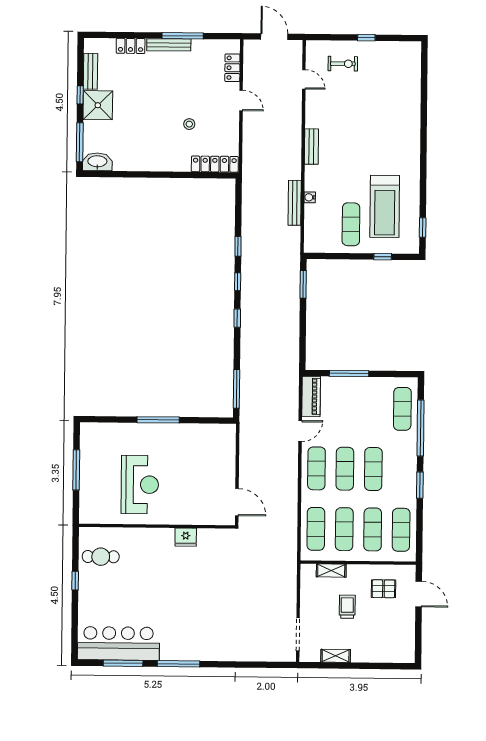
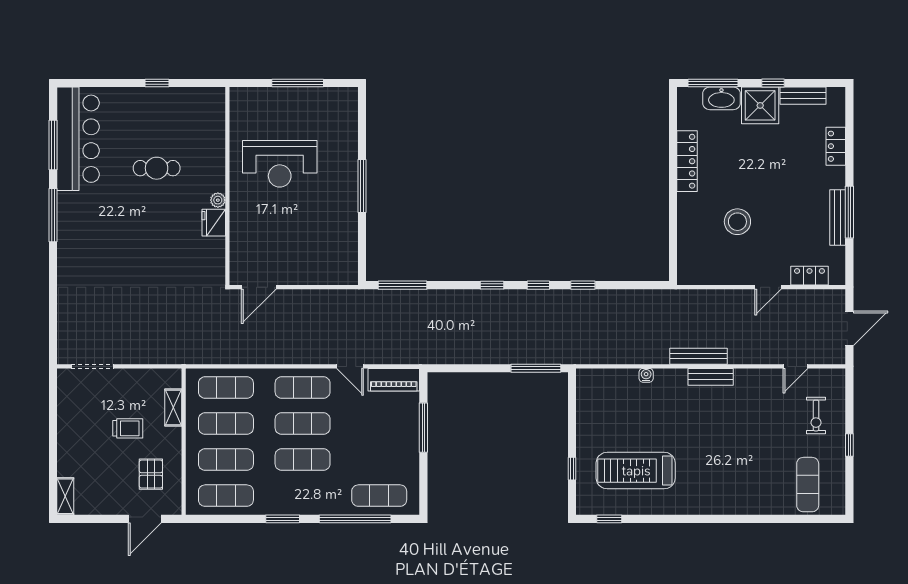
bench: (169, 45) -> (838, 218), moved
stool: (189, 124) -> (737, 222), width x1.89, depth x1.89
washbasin: (97, 162) -> (721, 98), moved, turned 90
locker: (215, 164) -> (687, 161), moved
bench: (295, 203) -> (699, 356), moved
exercise mat: (351, 224) -> (808, 485), moved, turned 90
window: (303, 284) -> (536, 368), width x1.44
plant: (168, 534) -> (218, 200), added
cafe table: (101, 557) -> (157, 168), moved, turned 90
shelving: (336, 656) -> (65, 496), moved

